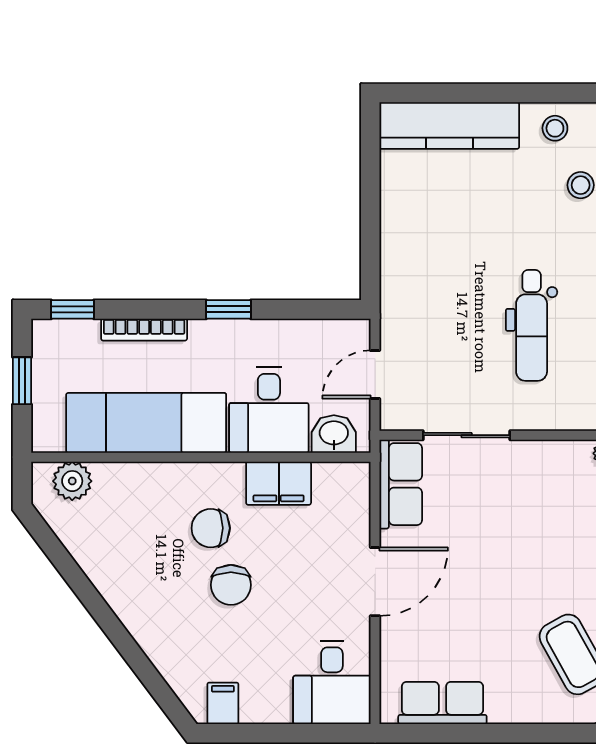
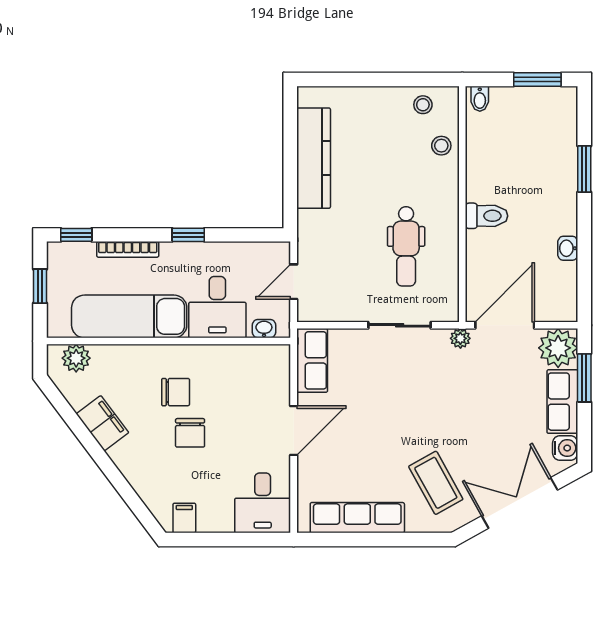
kitchen counter: (449, 126) -> (314, 158), moved, turned -90
washbasin: (334, 434) -> (264, 329), width x0.72, depth x0.69
sliding door: (467, 435) -> (400, 325), moved
filing cabinet: (279, 483) -> (103, 423), moved, turned -127
chair: (211, 528) -> (176, 392), turned 180
row of seats: (442, 703) -> (357, 518), width x1.48

